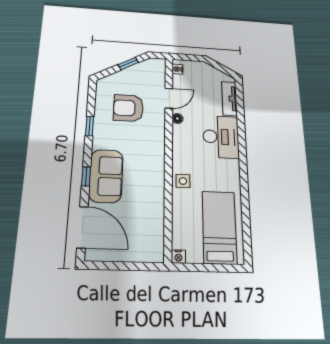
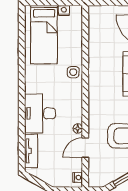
nightstand: (178, 257) -> (64, 10), moved

